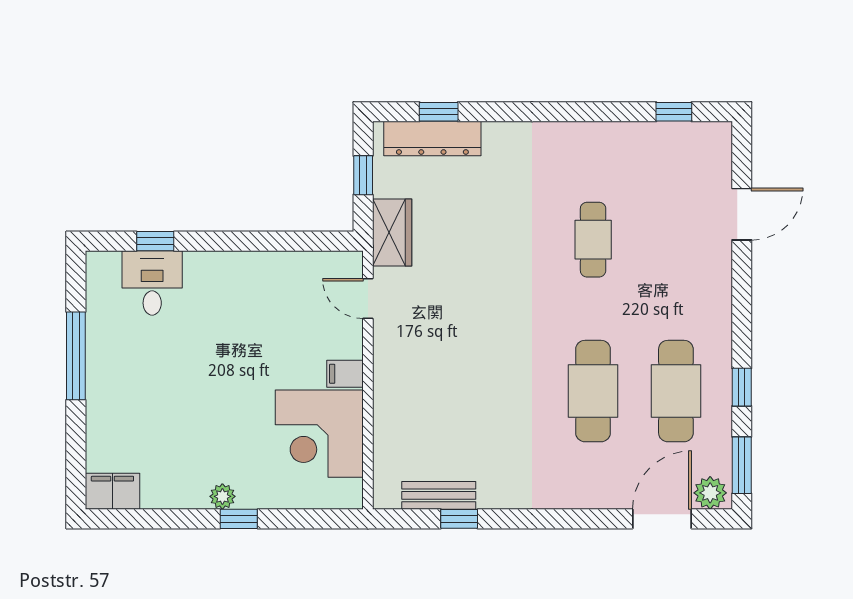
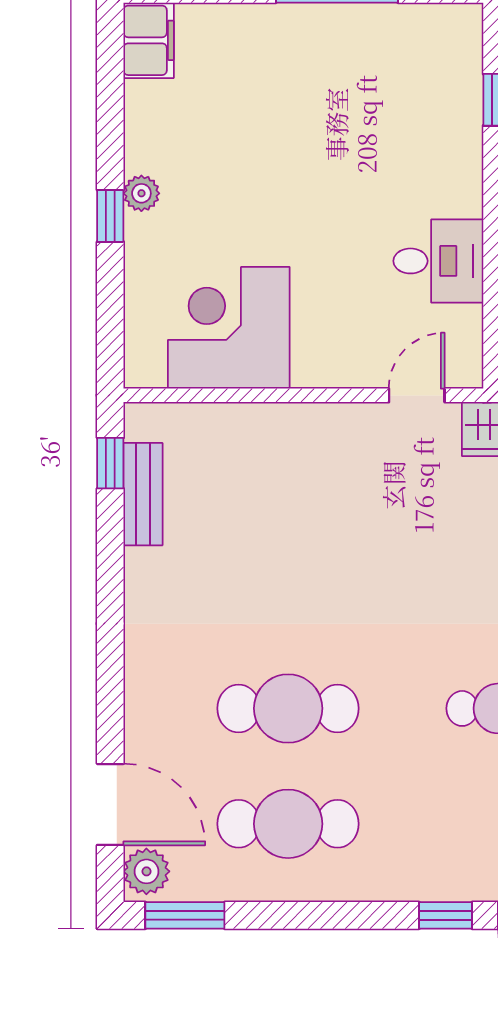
desk: (152, 283) -> (438, 261), moved
filing cabinet: (345, 374) -> (312, 363), removed
window: (742, 387) -> (446, 915), moved
window: (459, 519) -> (110, 463), moved

